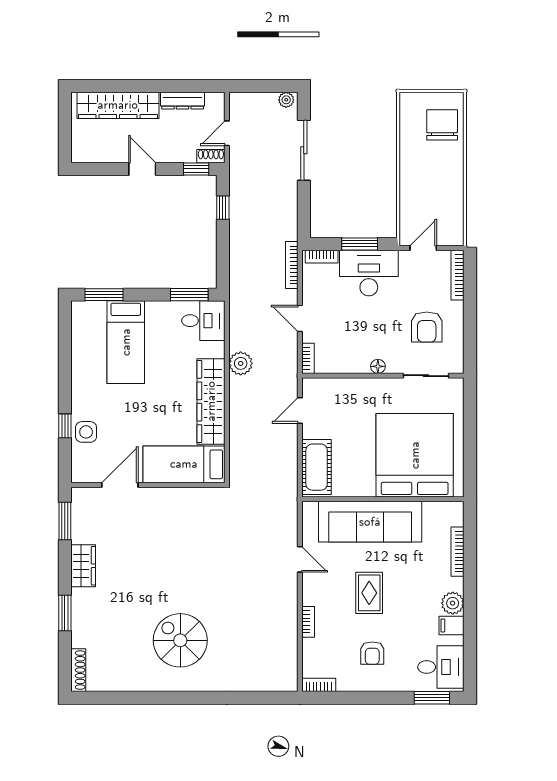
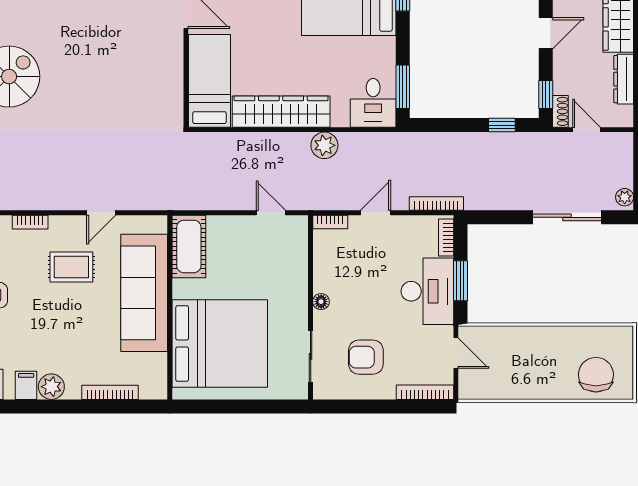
chair: (442, 125) -> (596, 375), turned -90
cot: (317, 467) -> (189, 246), moved, turned 90
rug: (369, 593) -> (71, 267), moved

